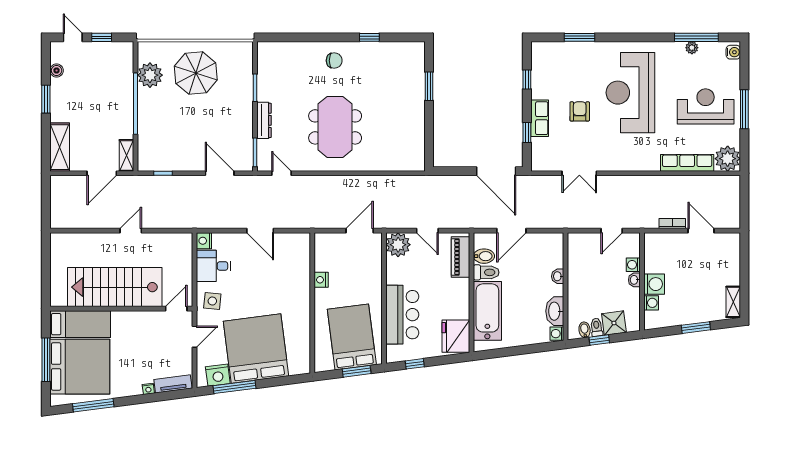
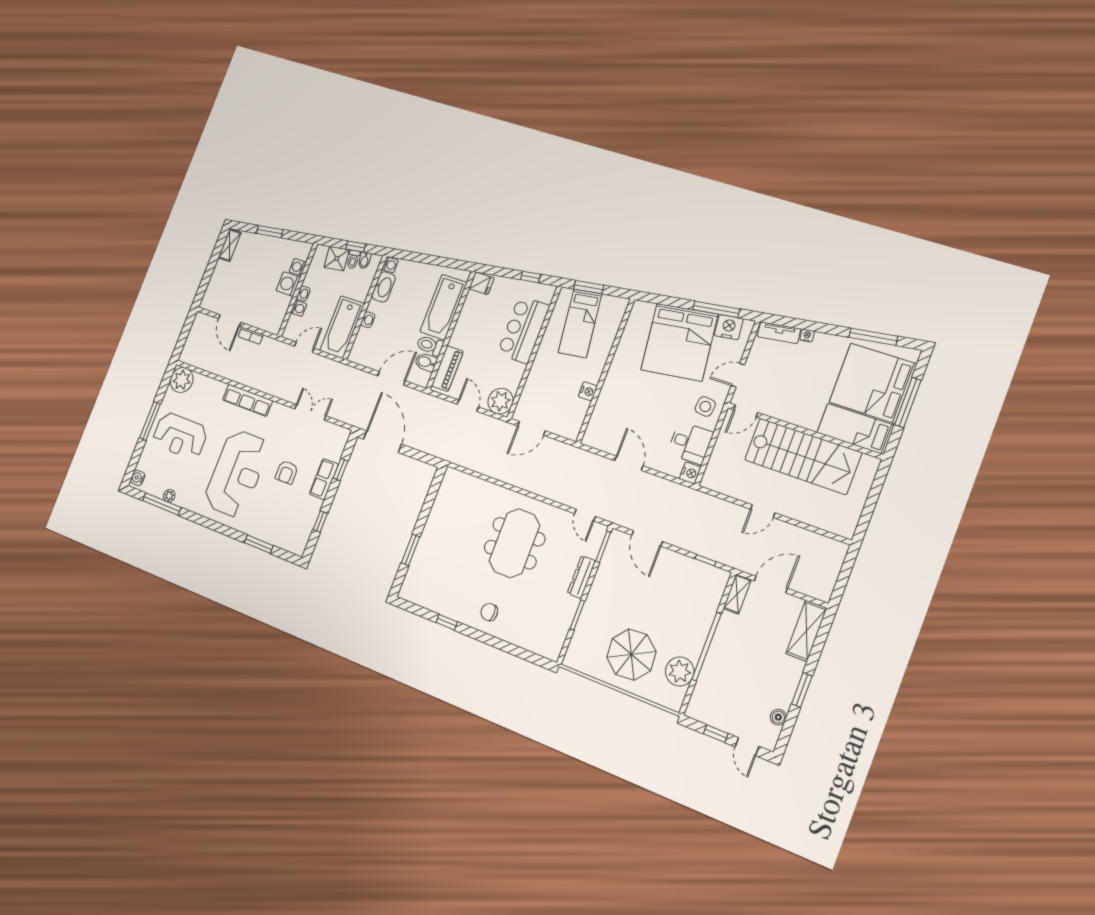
row of seats: (687, 163) -> (248, 400), moved
bathtub: (581, 261) -> (342, 327), added
fridge: (456, 336) -> (481, 283), width x0.53, depth x0.75
bed: (352, 337) -> (580, 323), width x0.67

